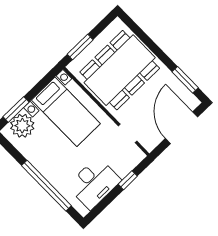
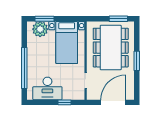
window: (80, 47) -> (118, 19), moved
dining table: (120, 70) -> (111, 48), turned 90
window: (185, 80) -> (137, 61), moved

